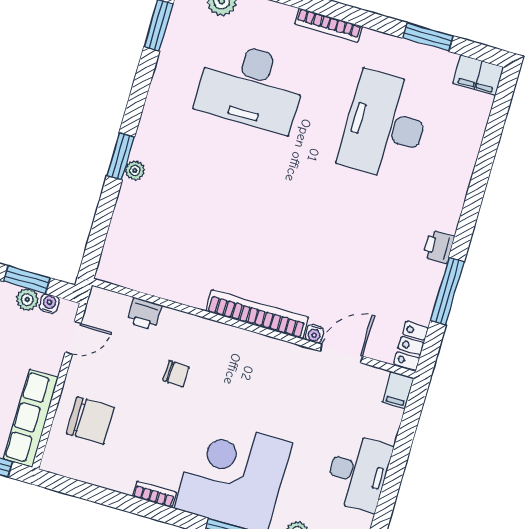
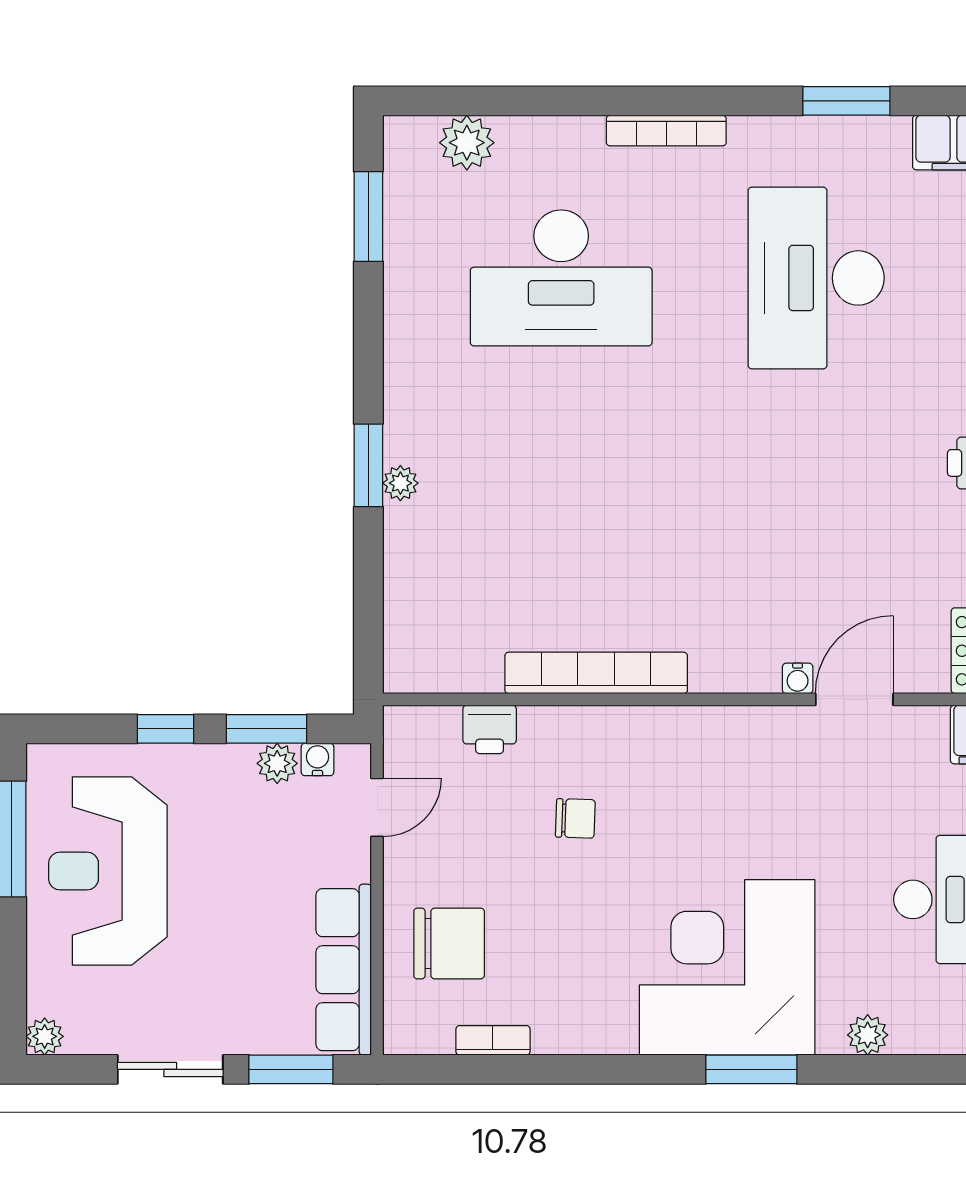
bookcase: (257, 314) -> (596, 673), moved
bookcase: (154, 494) -> (493, 1040), moved

